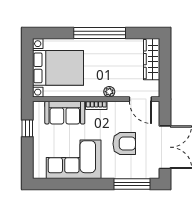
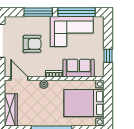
armchair: (124, 144) -> (32, 44), turned 180
window: (68, 184) -> (76, 12), added
window: (132, 184) -> (38, 12), moved

